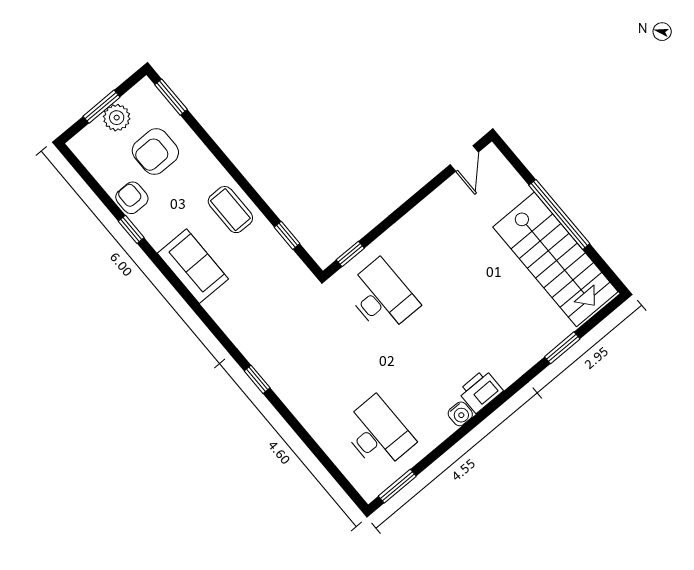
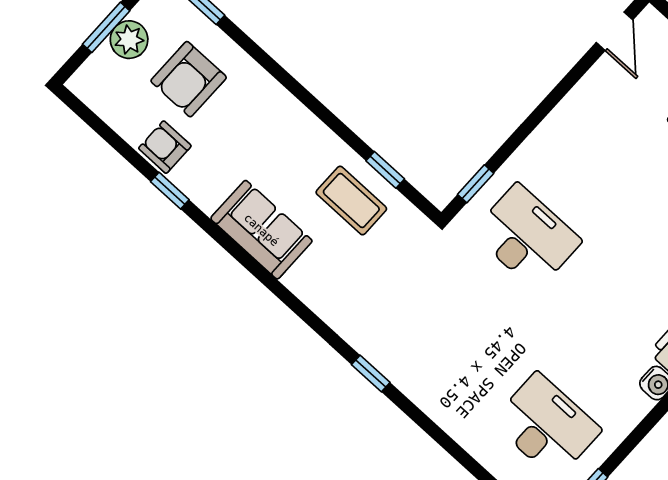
coffee table: (230, 210) -> (351, 201), moved

